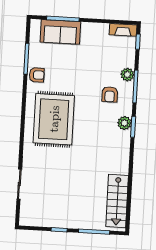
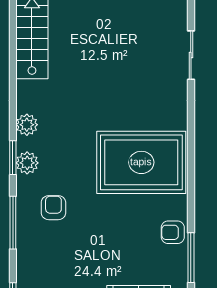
plant: (127, 75) -> (27, 125), moved
rug: (54, 119) -> (141, 162), turned 90

